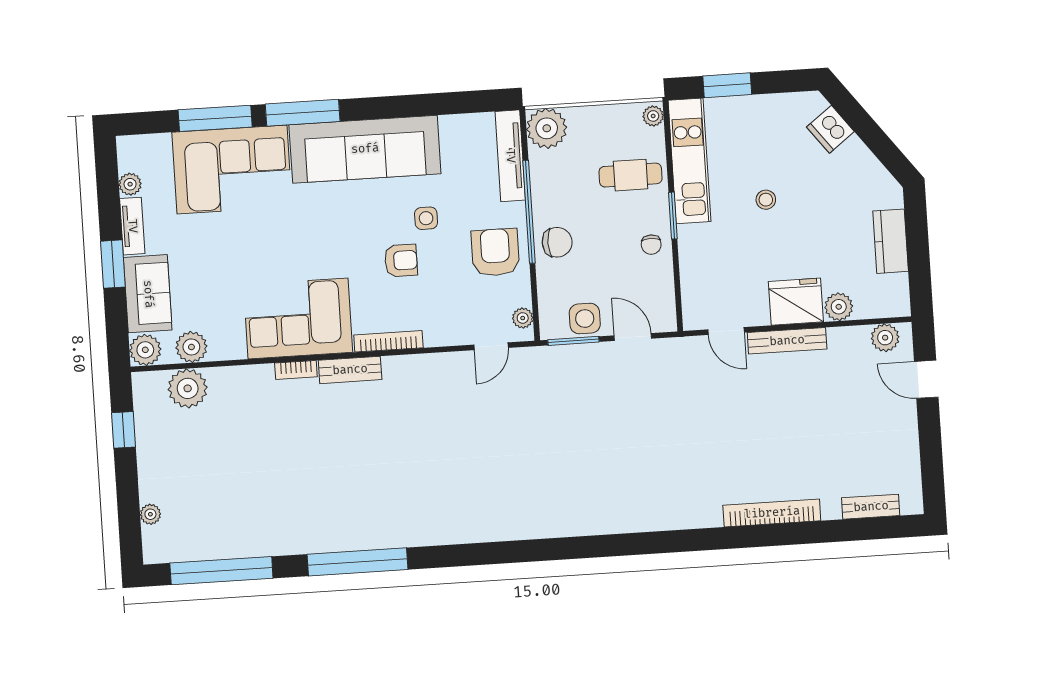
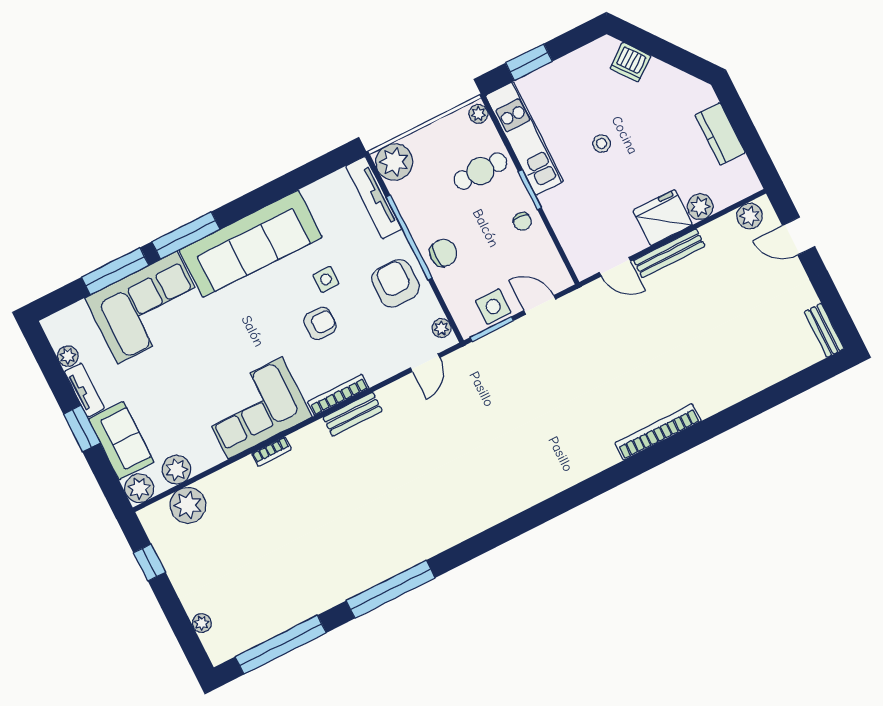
bench: (350, 370) -> (353, 414), moved
bench: (871, 507) -> (824, 330), moved, turned 90
bookcase: (772, 513) -> (658, 432), moved

